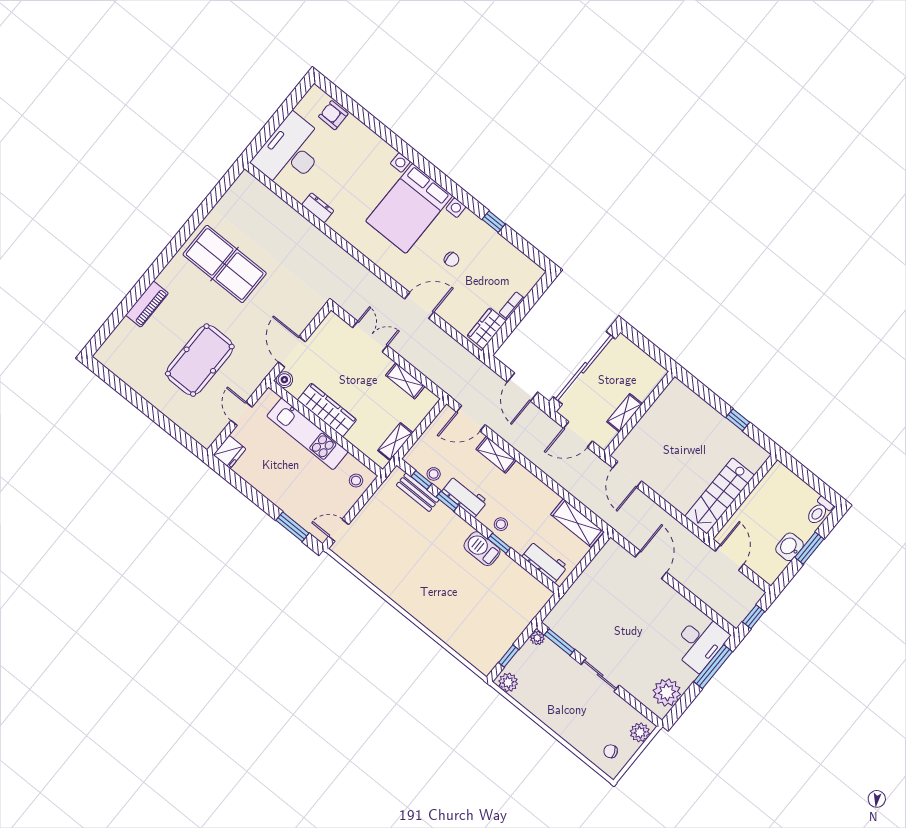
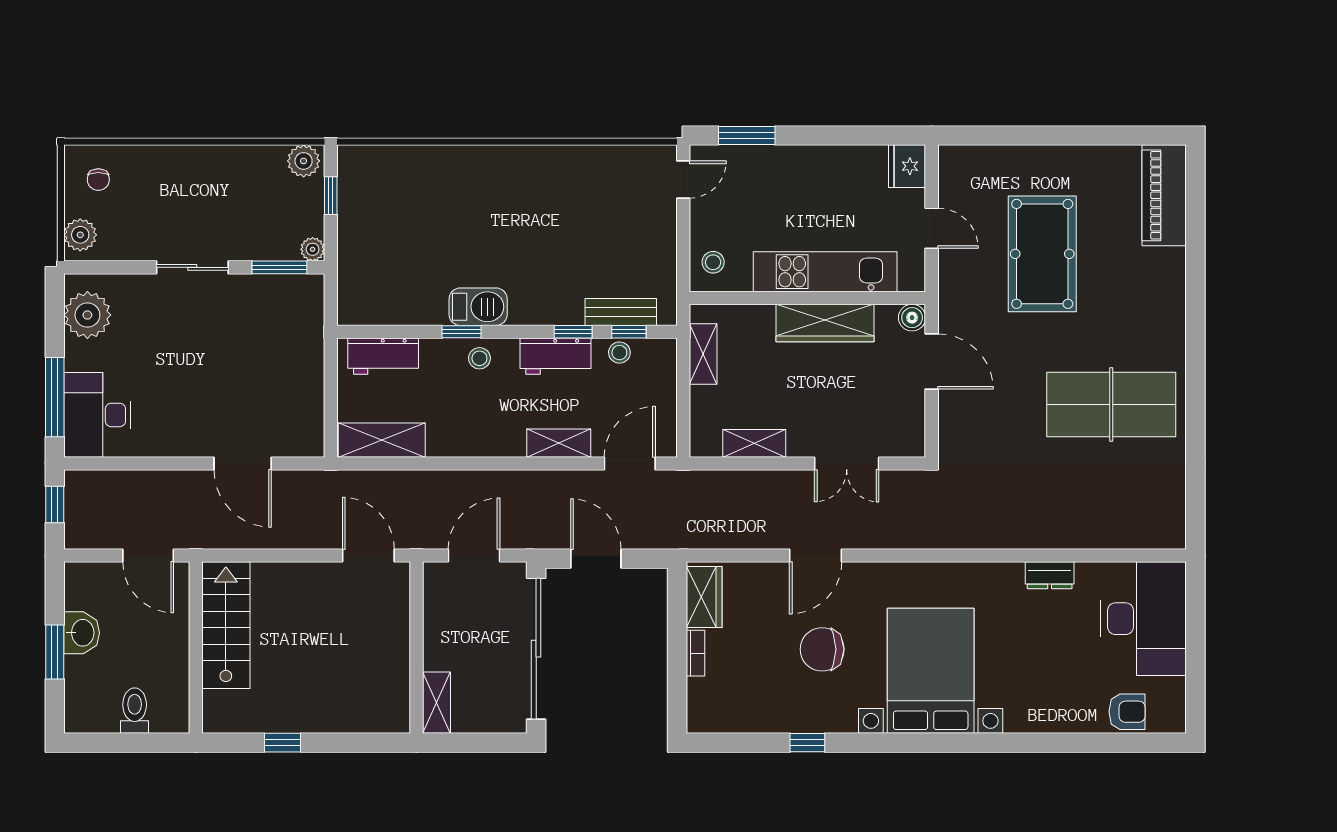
chair: (452, 259) -> (822, 649), width x1.87, depth x1.87
piano: (147, 304) -> (1164, 195), moved, width x1.37, depth x1.33
shelving: (625, 413) -> (436, 703), moved
toilet: (819, 511) -> (135, 711), moved
chair: (611, 751) -> (98, 180), turned 111

